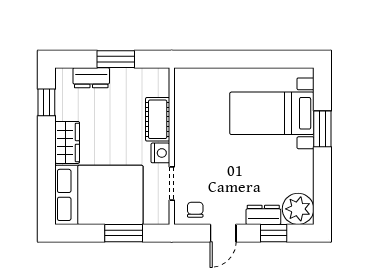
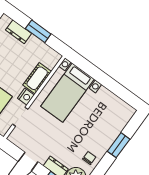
bed with nightstands: (272, 113) -> (67, 93), moved, turned -90
chair: (195, 210) -> (89, 158), moved

